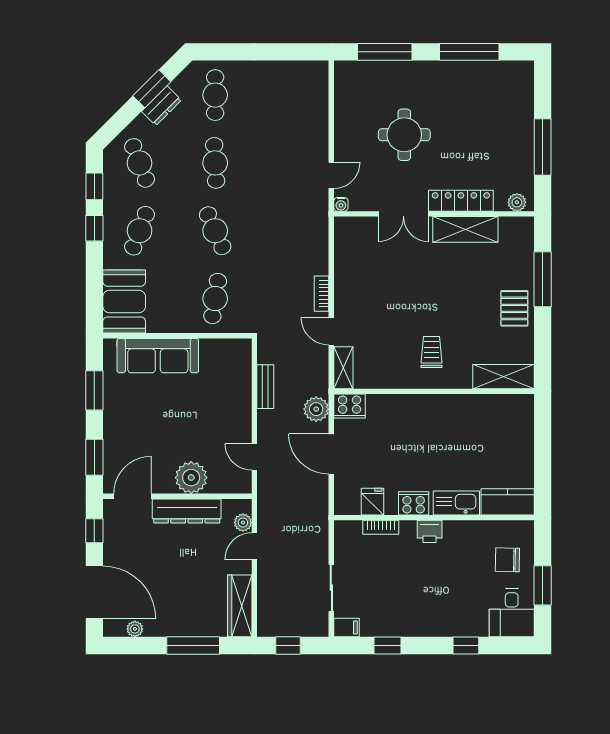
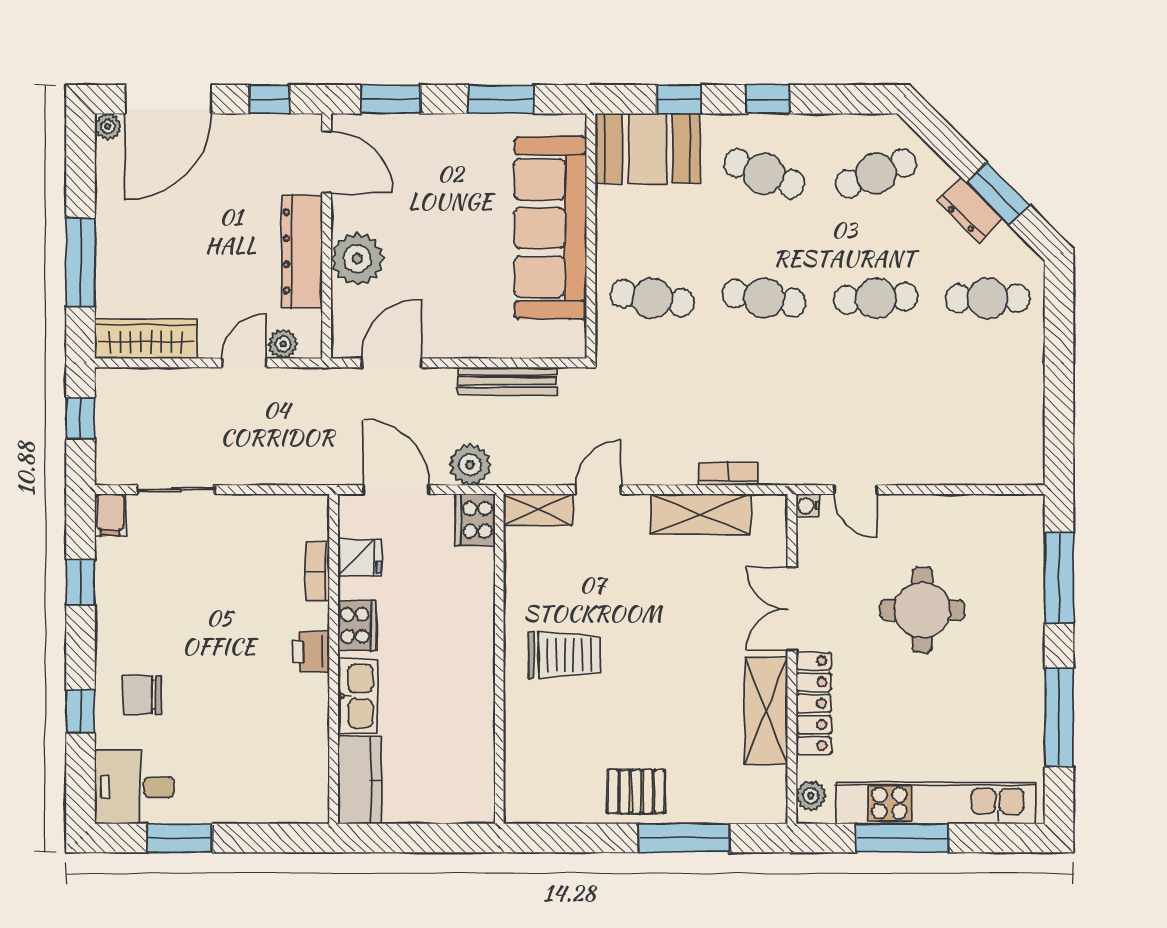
kitchen unit: (521, 127) -> (935, 803), added
window: (94, 186) -> (679, 99), moved
cafe table: (215, 231) -> (764, 298), turned 33
bookcase: (322, 294) -> (728, 474), moved
trolley: (432, 352) -> (564, 655), width x1.36, depth x1.39
sofa: (158, 356) -> (550, 228), width x1.36, depth x1.27
shelving: (504, 377) -> (700, 514), moved, turned 90
bench: (265, 387) -> (507, 381), width x1.36
door: (331, 454) -> (396, 490), hinge flipped
door: (254, 457) -> (391, 363), width x1.38
fridge: (373, 502) -> (360, 558), moved
kitchen counter: (508, 502) -> (360, 780), moved
cooker: (414, 503) -> (357, 625), moved
kitchen sink: (456, 503) -> (358, 696), moved
wall: (434, 518) -> (334, 659), moved
bookcase: (381, 527) -> (318, 571), moved
printer: (430, 531) -> (311, 652), moved
door: (254, 546) -> (244, 363), hinge flipped
chair: (507, 560) -> (142, 695), moved, turned -91
plant: (135, 629) -> (108, 126), moved

